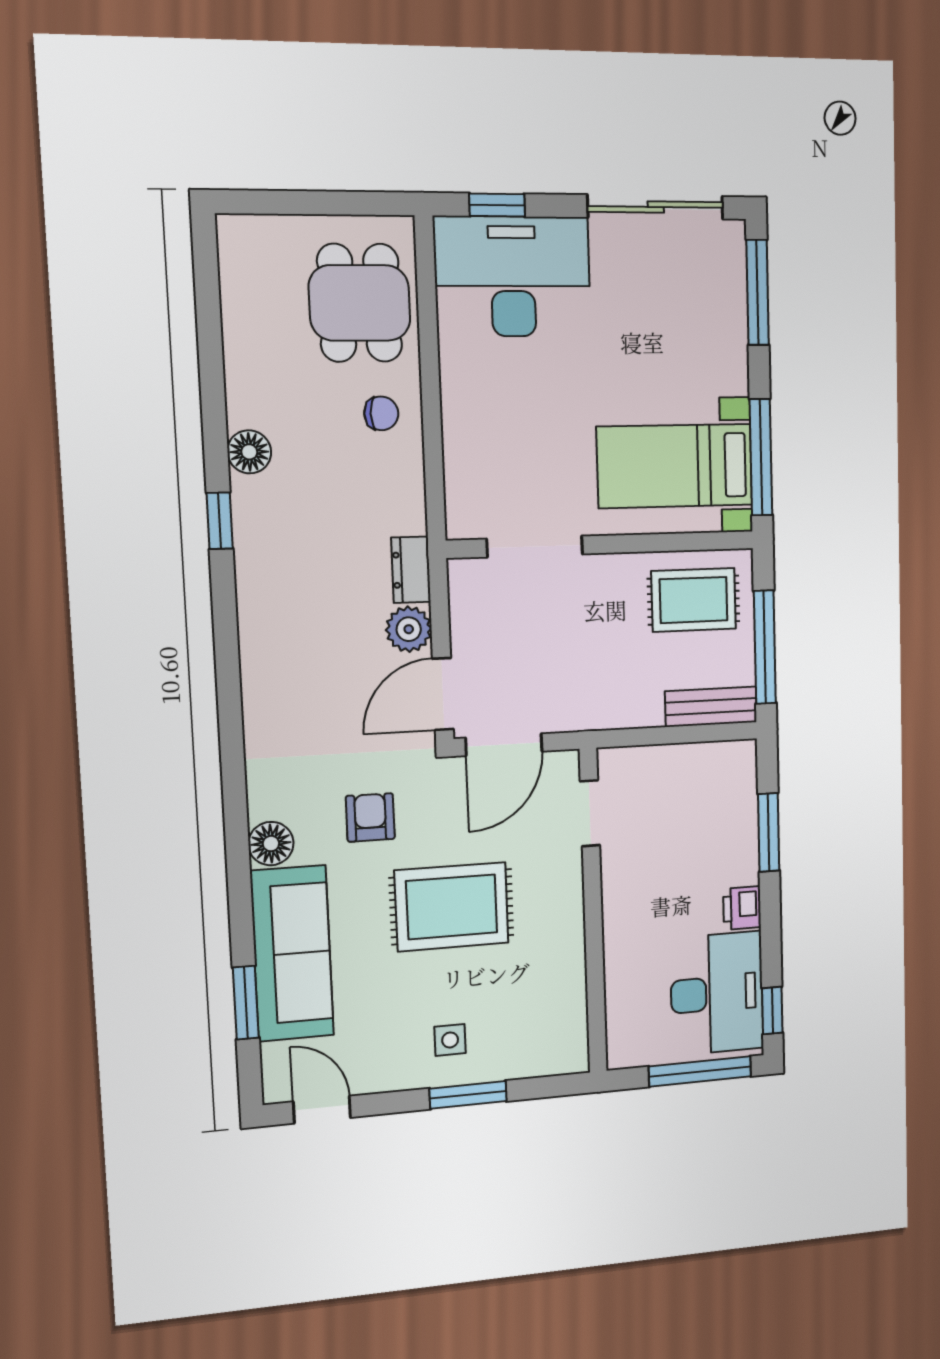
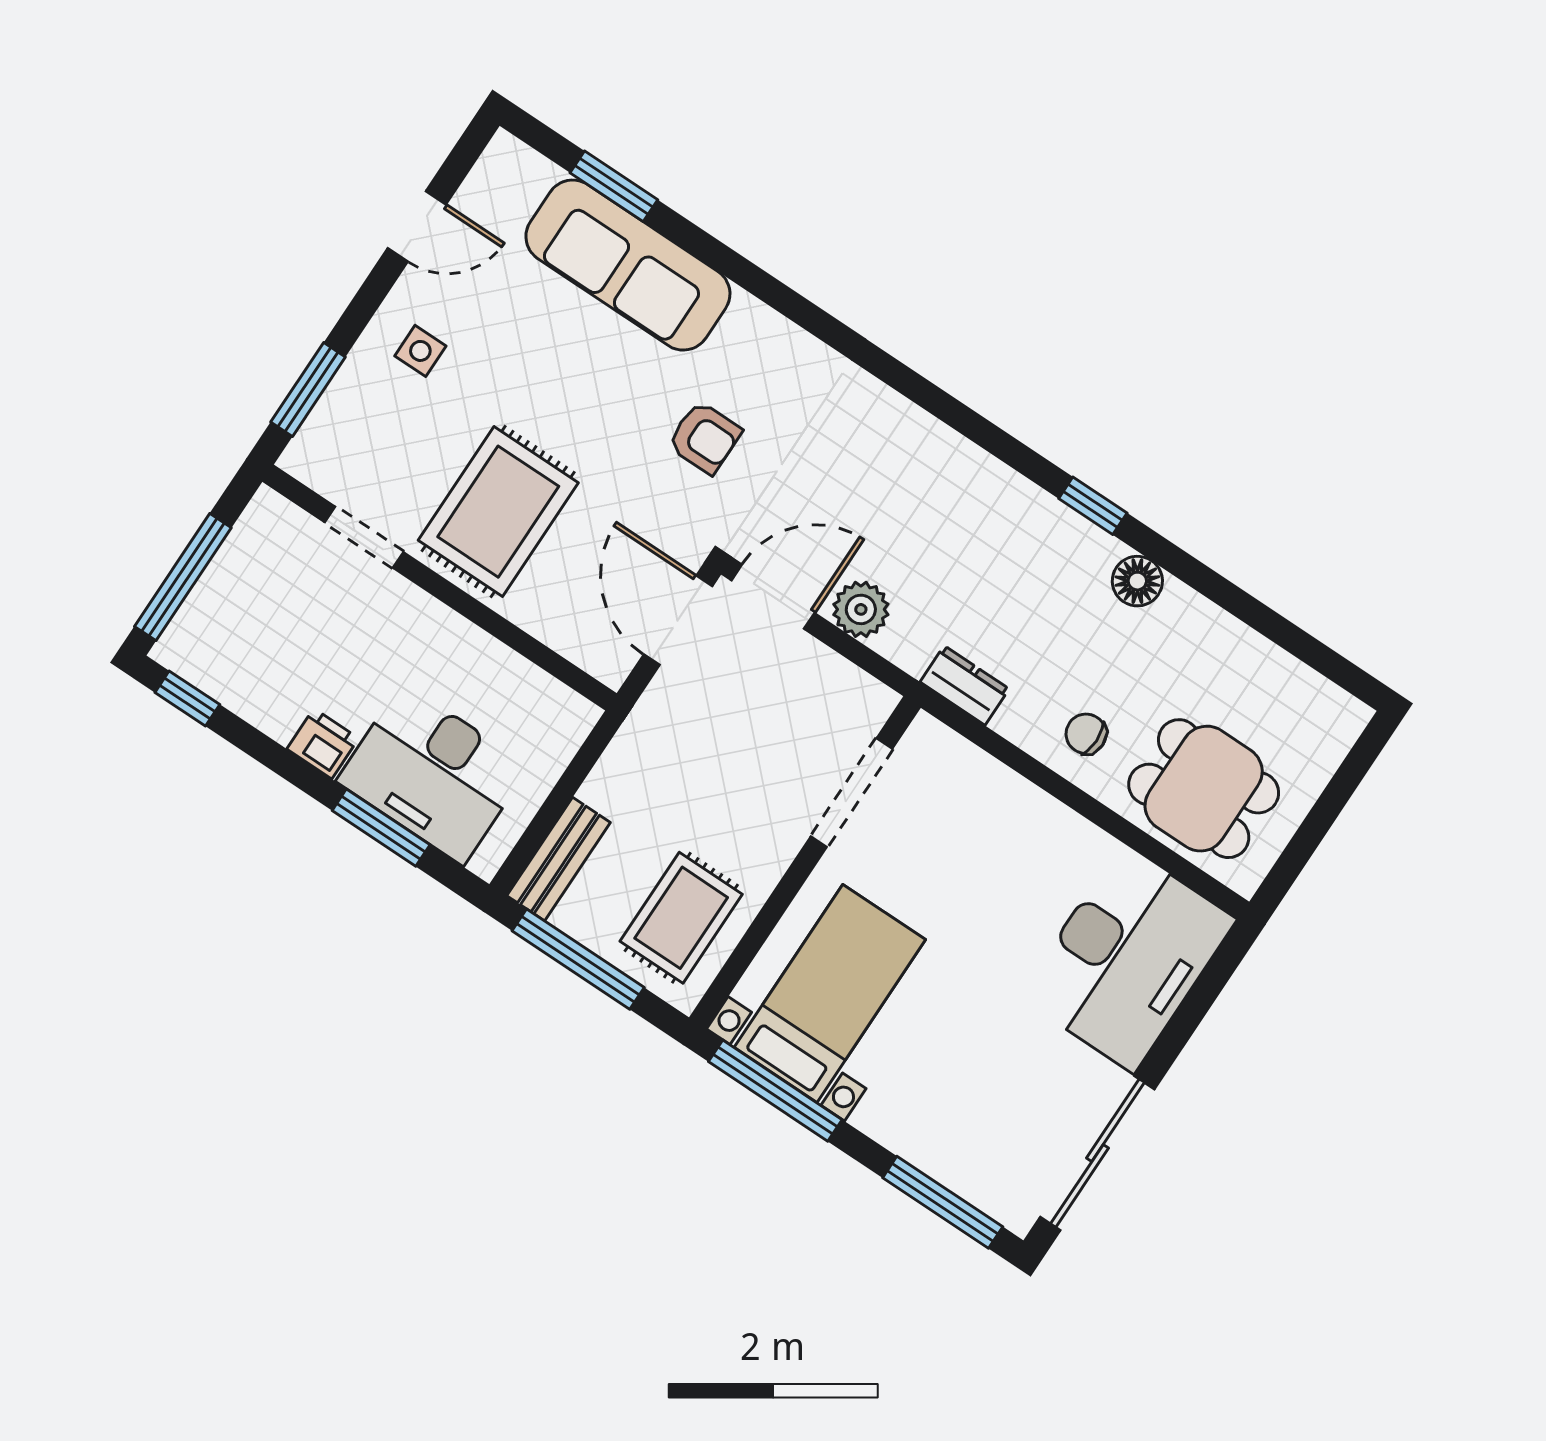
window: (497, 205) -> (1205, 991), removed
chair: (381, 413) -> (1086, 734), turned 90
dresser: (411, 570) -> (965, 685), moved
door: (443, 694) -> (773, 597), hinge flipped
doorway: (590, 813) -> (364, 537), moved
floor lamp: (271, 844) -> (751, 325), removed
rug: (452, 907) -> (498, 512), moved
desk: (717, 993) -> (433, 774), moved
window: (468, 1095) -> (308, 389), moved
door: (322, 1110) -> (417, 226), moved

